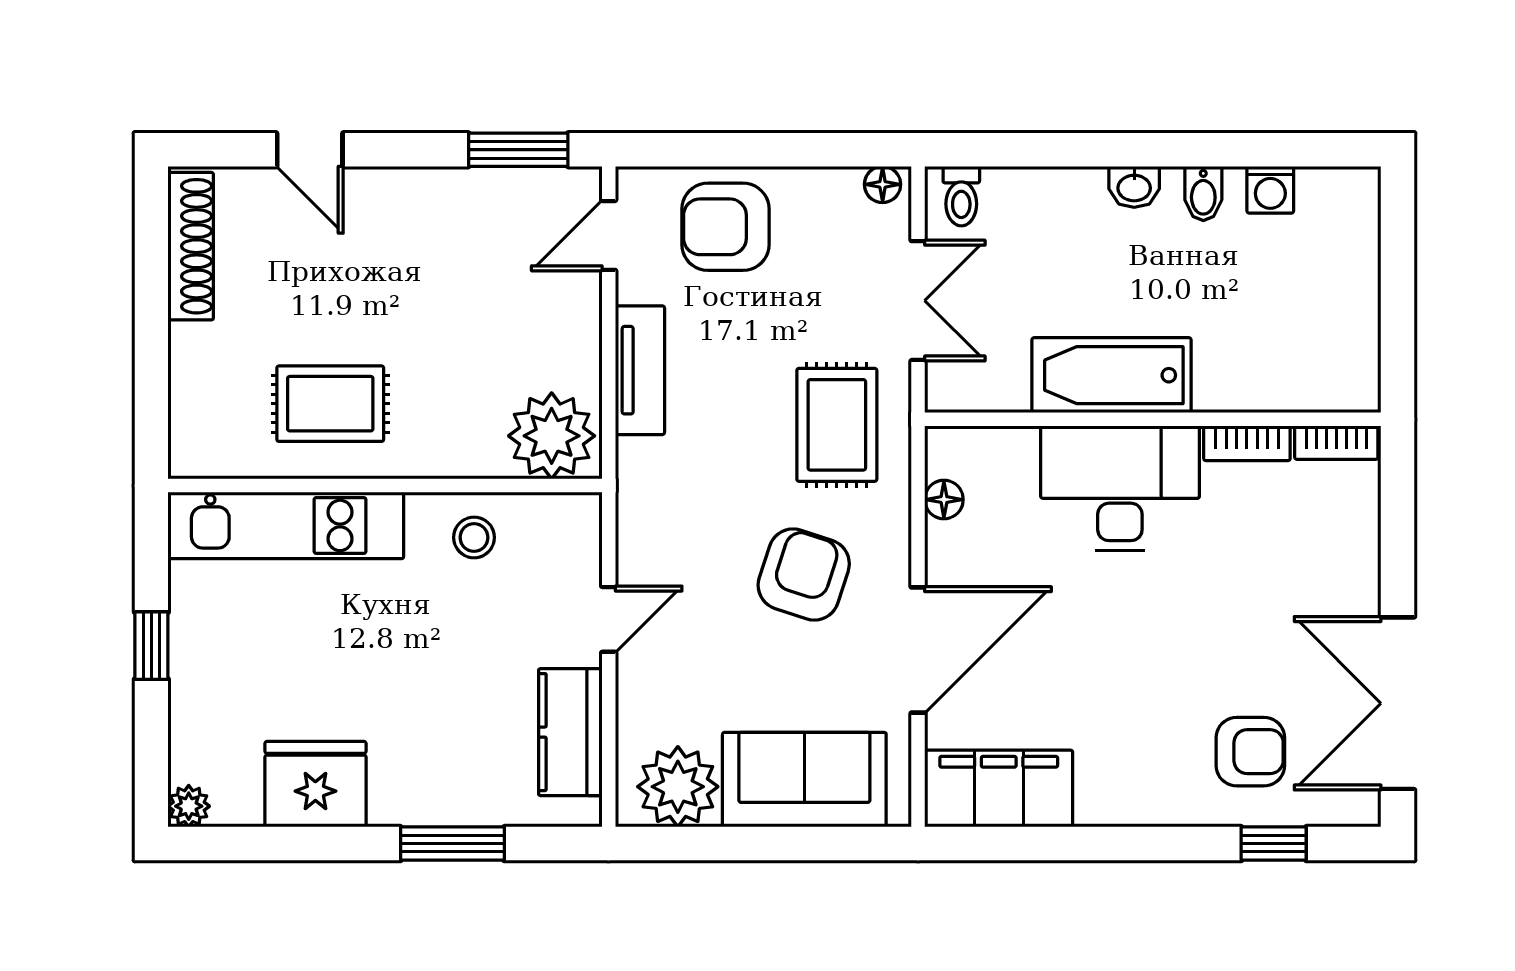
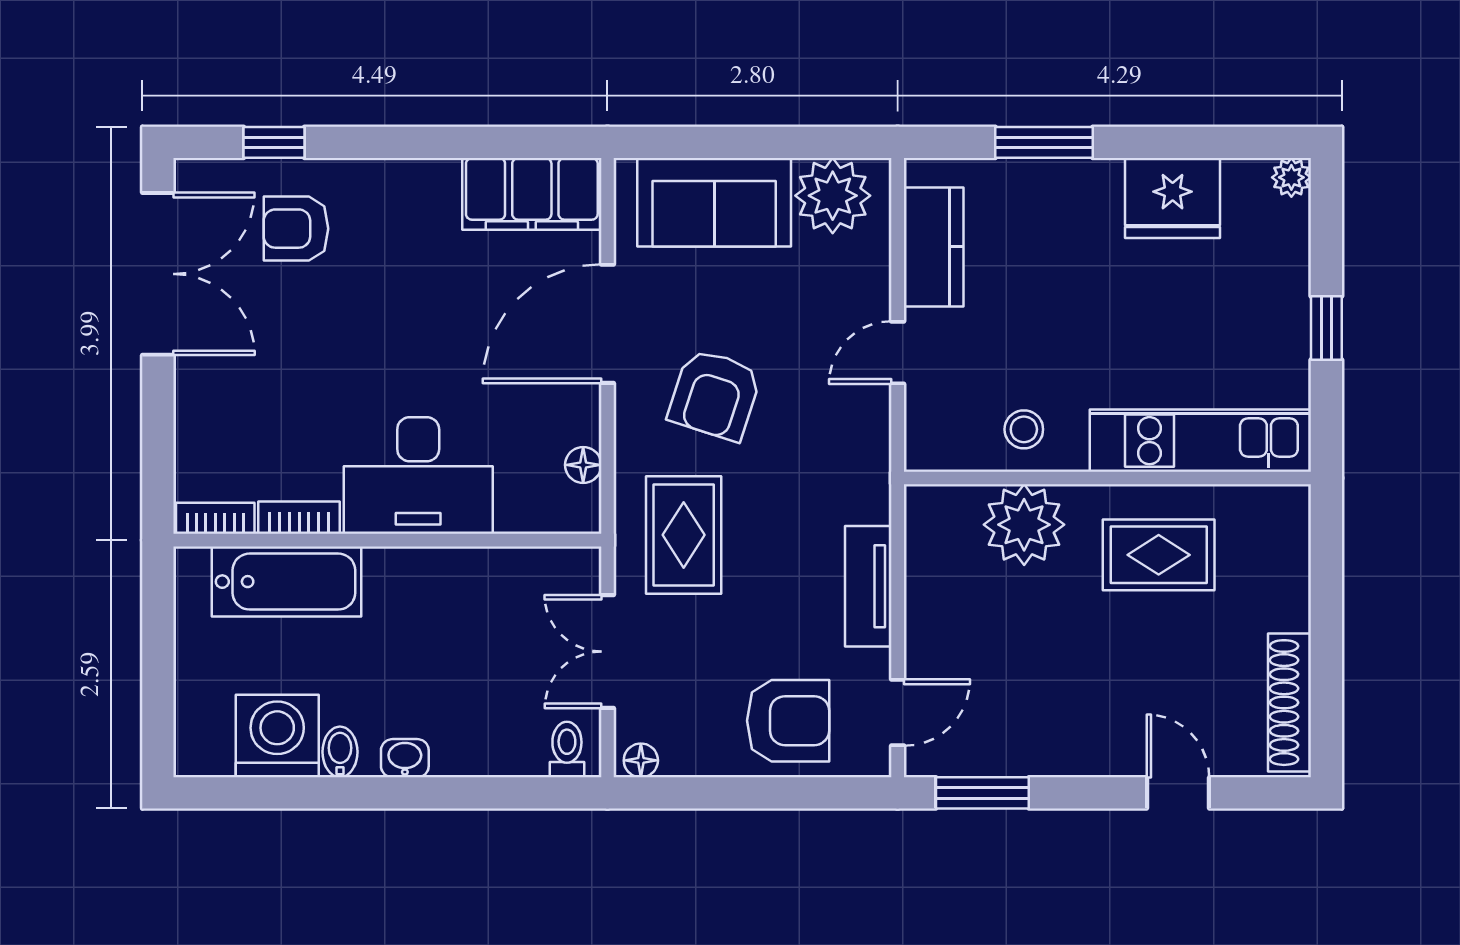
washing machine: (1270, 190) -> (277, 736), width x1.89, depth x1.89
bathtub: (1112, 375) -> (286, 582), moved
plant: (552, 436) -> (1024, 525), moved

